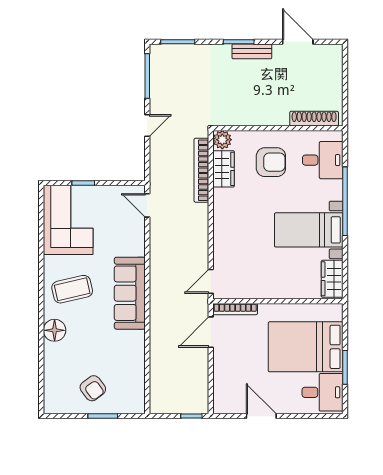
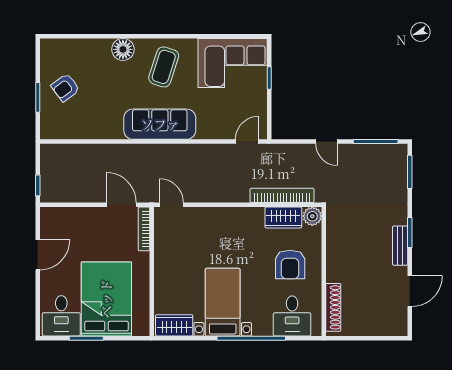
coffee table: (72, 289) -> (164, 67), turned 31

